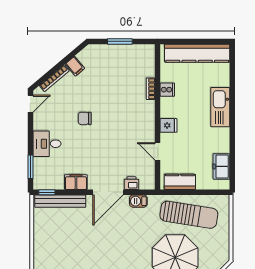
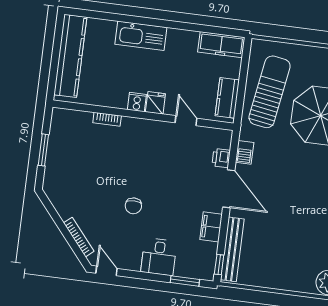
filing cabinet: (75, 66) -> (67, 210), removed
cooker: (167, 90) -> (137, 102), moved
door: (158, 151) -> (186, 121), swing flipped
freezer: (221, 166) -> (221, 45), width x1.40

